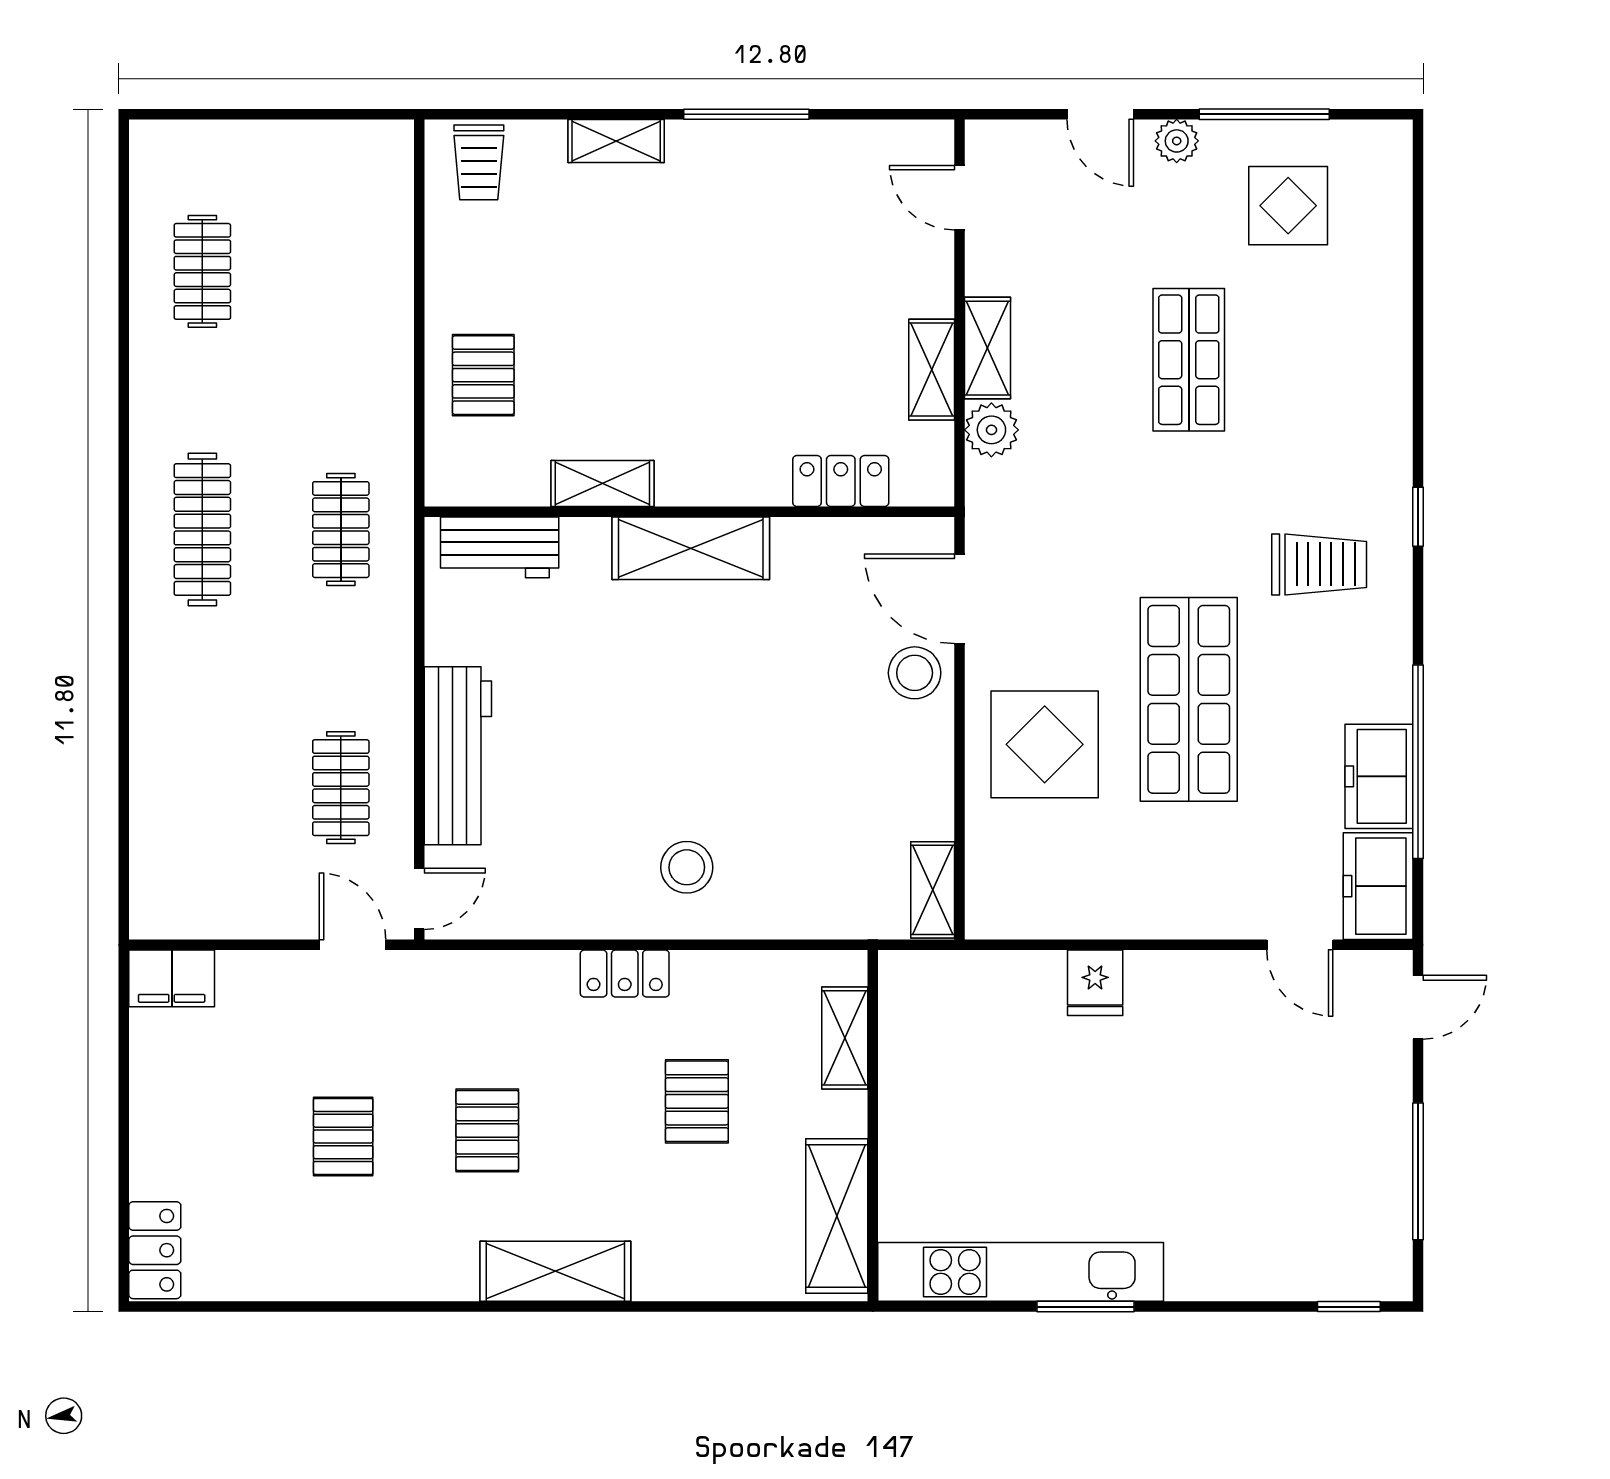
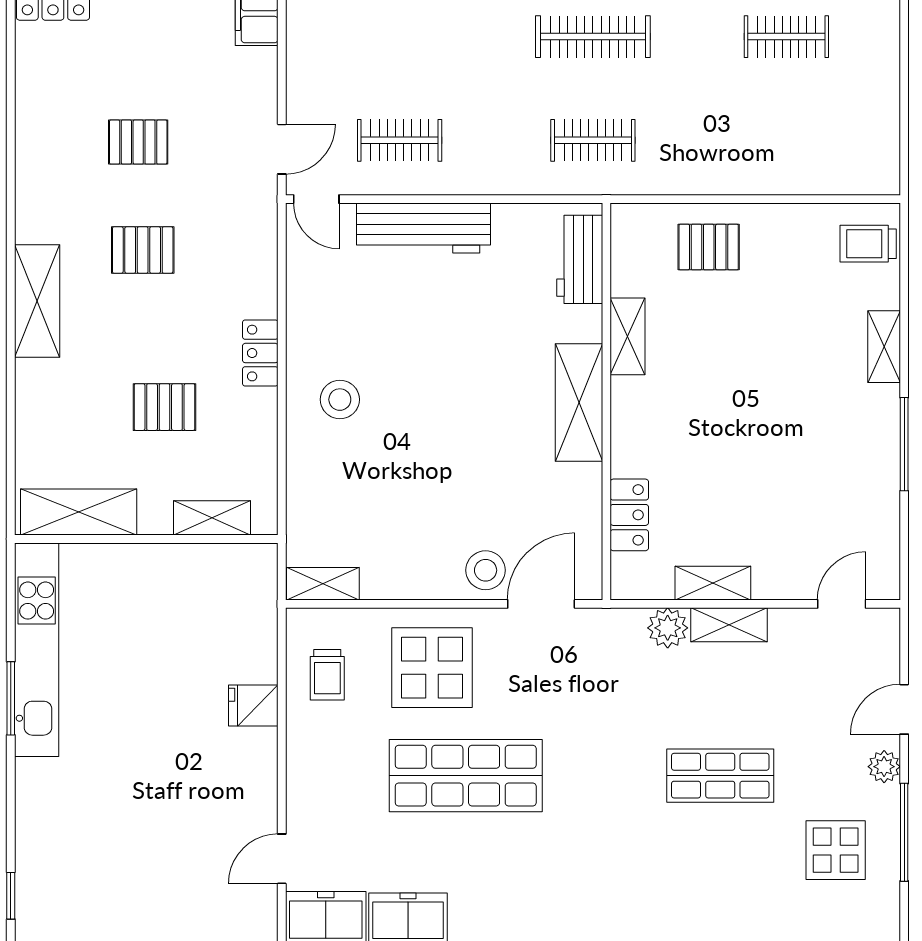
trolley: (1319, 564) -> (327, 675), moved, width x0.73, depth x0.72

